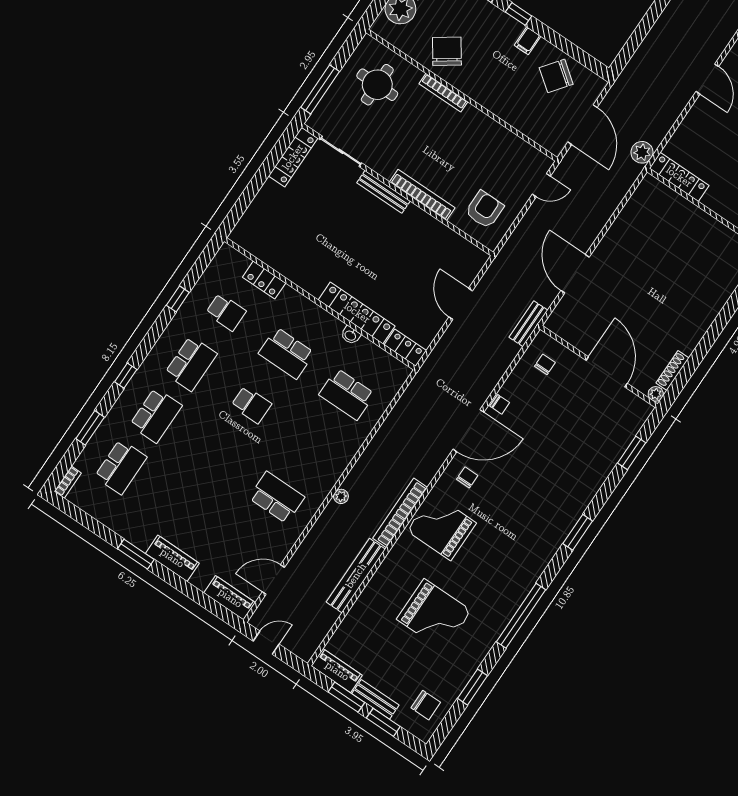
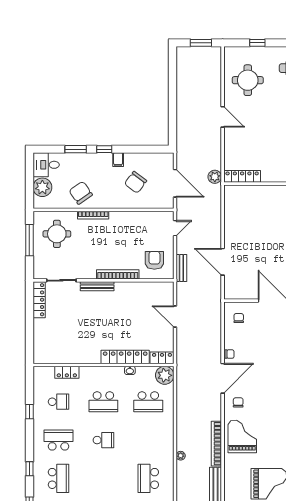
chair: (556, 76) -> (136, 182), moved
window: (320, 89) -> (29, 240), moved
bench: (528, 324) -> (181, 268), moved
school desk: (191, 364) -> (58, 440), turned -90
plant: (393, 374) -> (165, 375), added
school desk: (277, 497) -> (148, 478), turned -90
grand piano: (442, 527) -> (242, 436), turned 90

